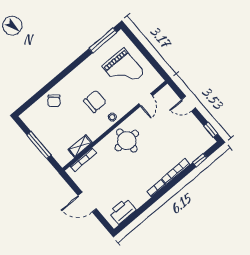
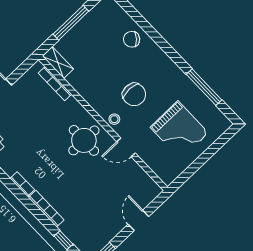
window: (103, 40) -> (204, 87), moved
grand piano: (123, 69) -> (179, 130), turned -90
door: (145, 100) -> (126, 147), moved
shelving: (80, 146) -> (58, 63), moved

